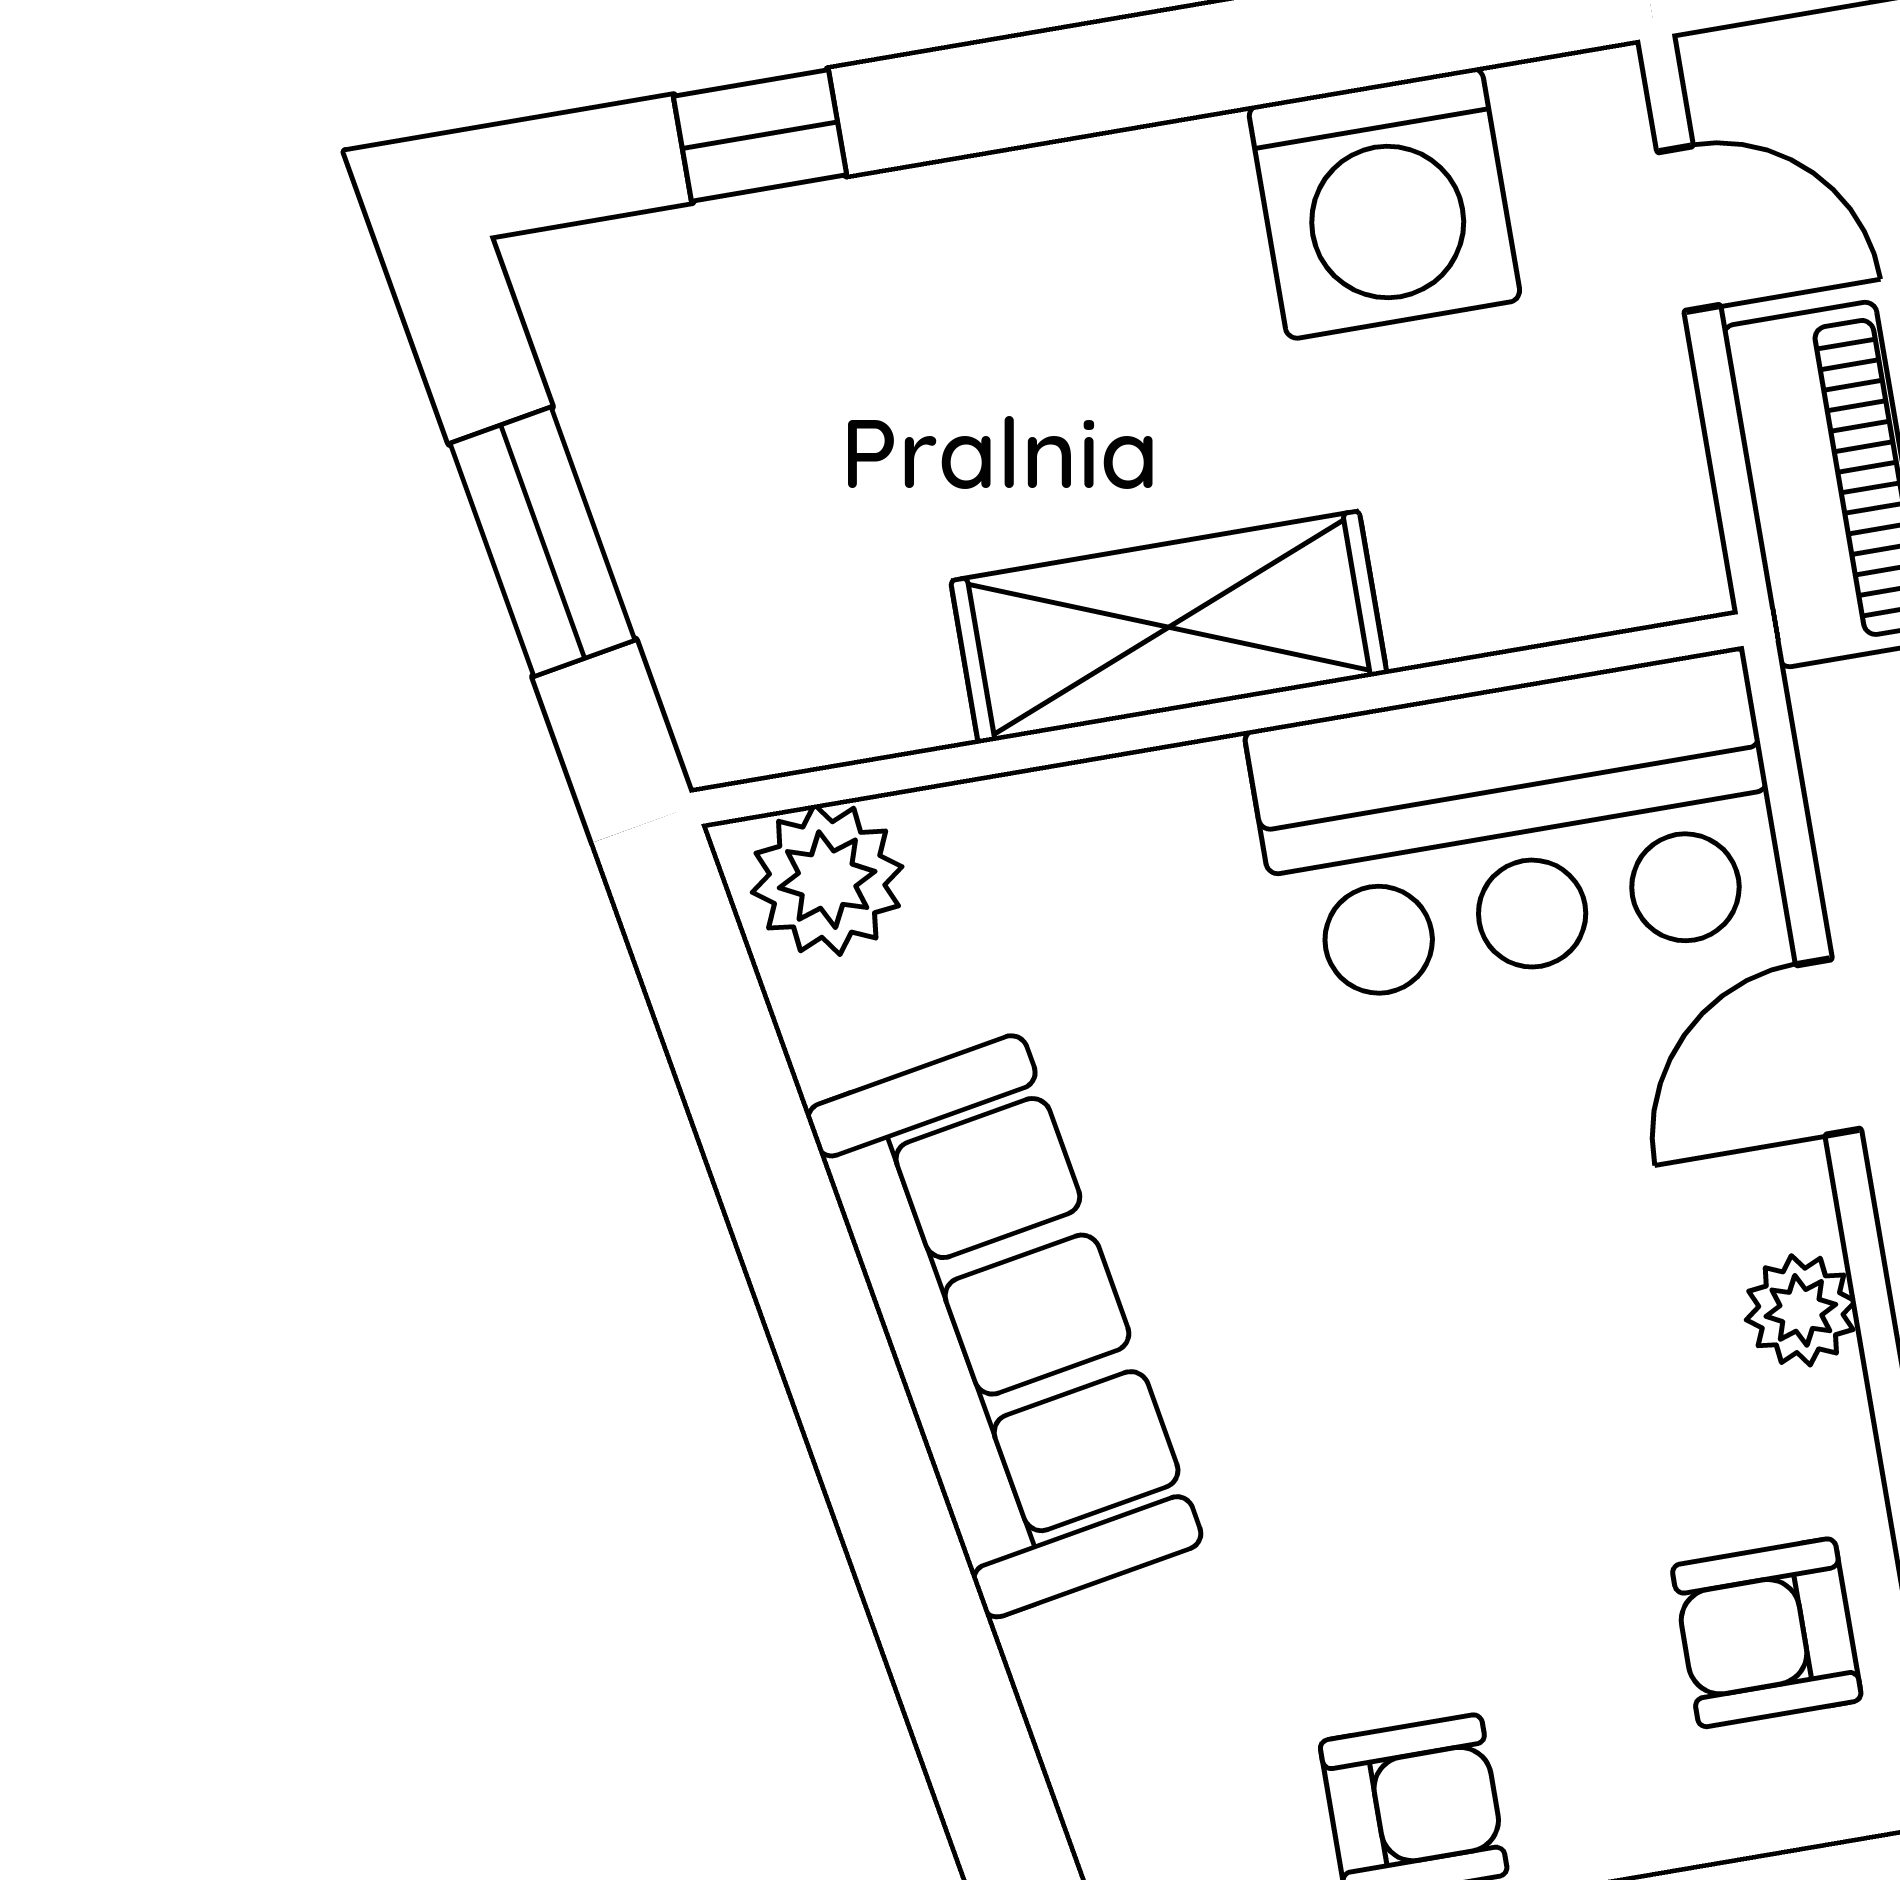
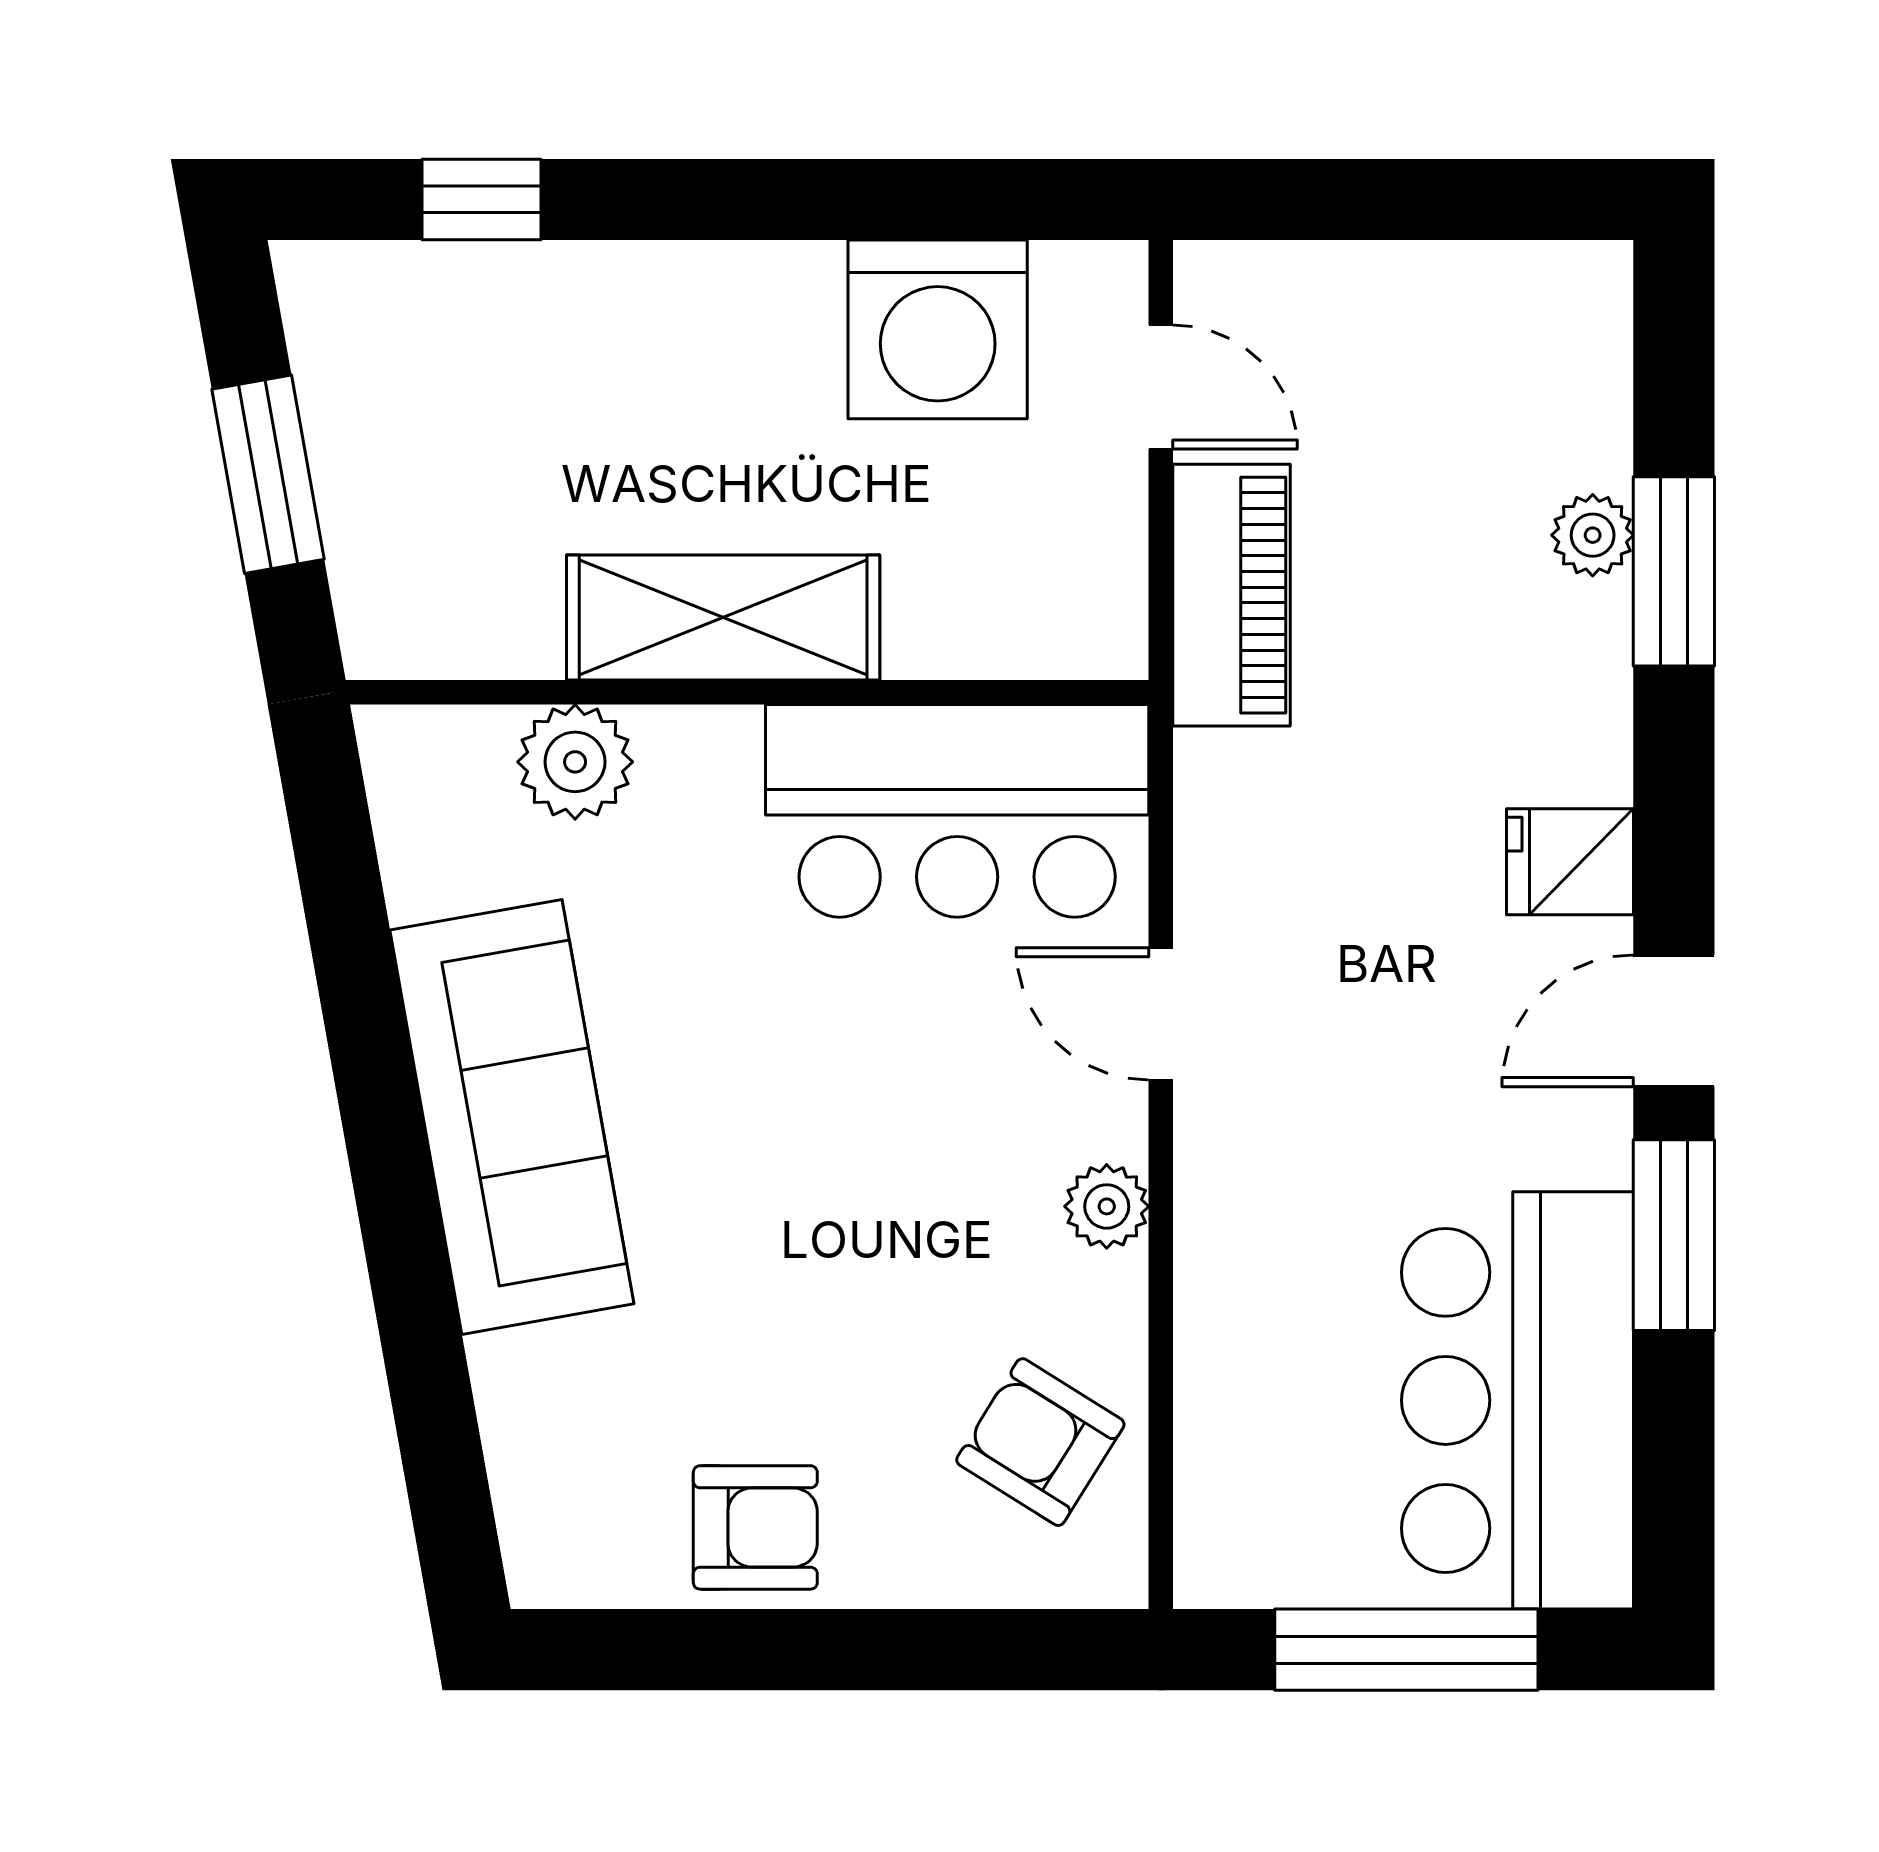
plant: (827, 880) -> (575, 762), moved
door: (1829, 1047) -> (1161, 1014), hinge flipped
armchair: (1767, 1633) -> (1040, 1442), turned 32

